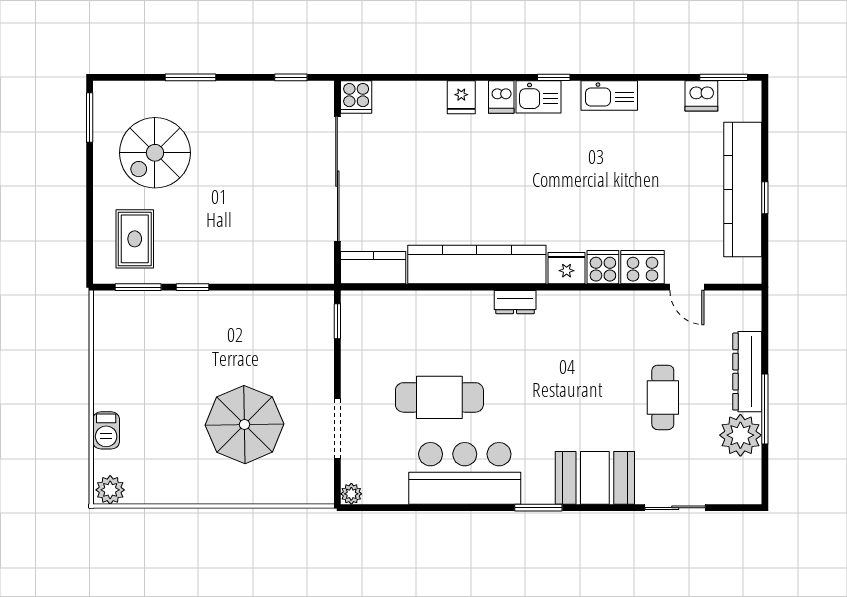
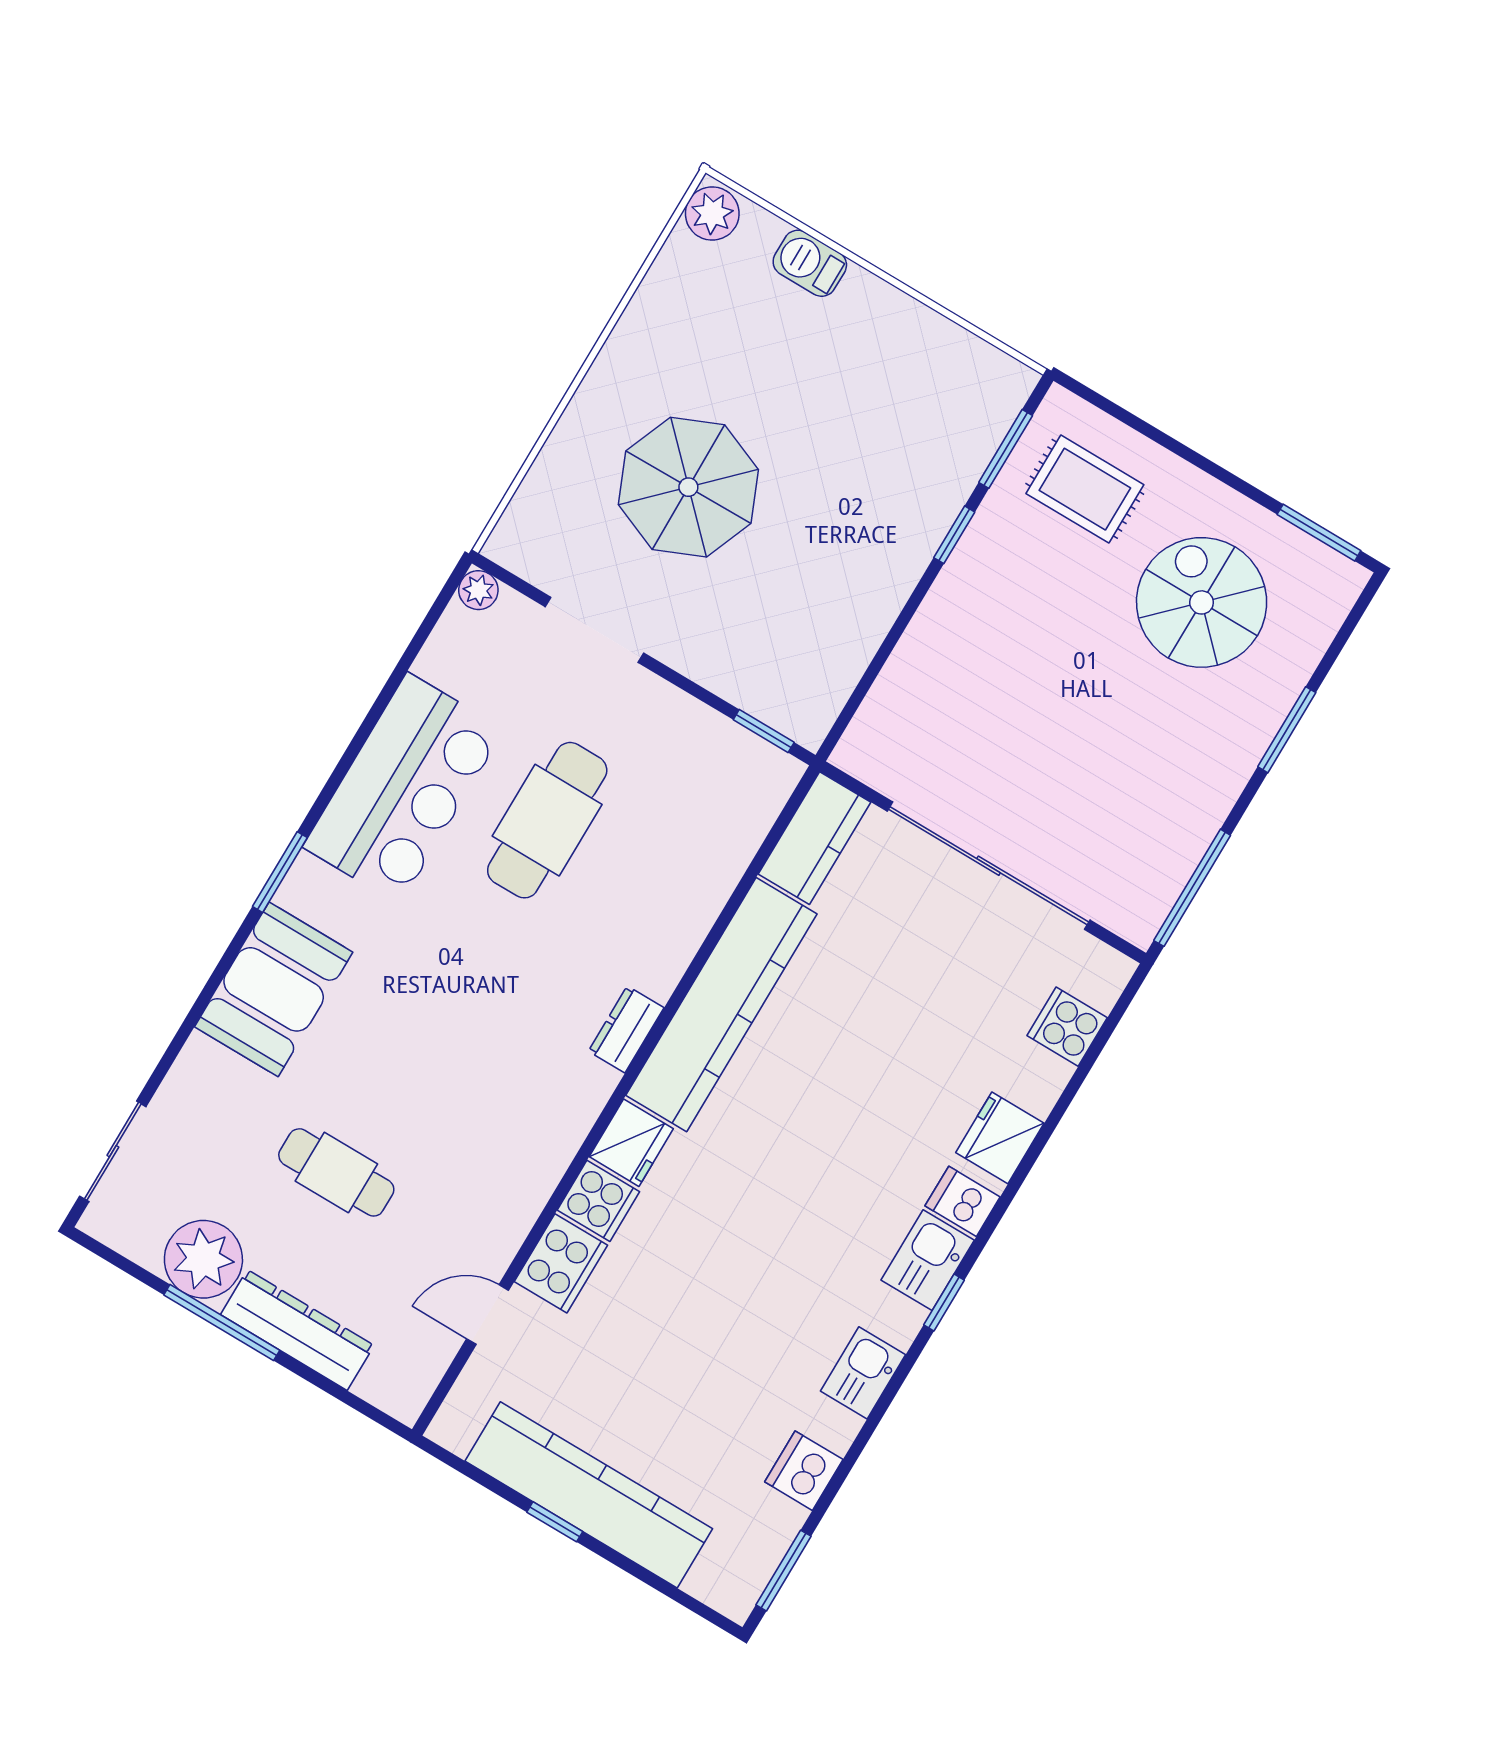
window: (291, 77) -> (1192, 888), width x2.17
kitchen sink: (609, 96) -> (863, 1373), width x0.73
dishwasher: (701, 96) -> (804, 1471), moved
cooker: (356, 97) -> (1067, 1027), moved
fridge: (461, 97) -> (1000, 1138), width x1.38
sliding door: (675, 508) -> (113, 1151), moved

